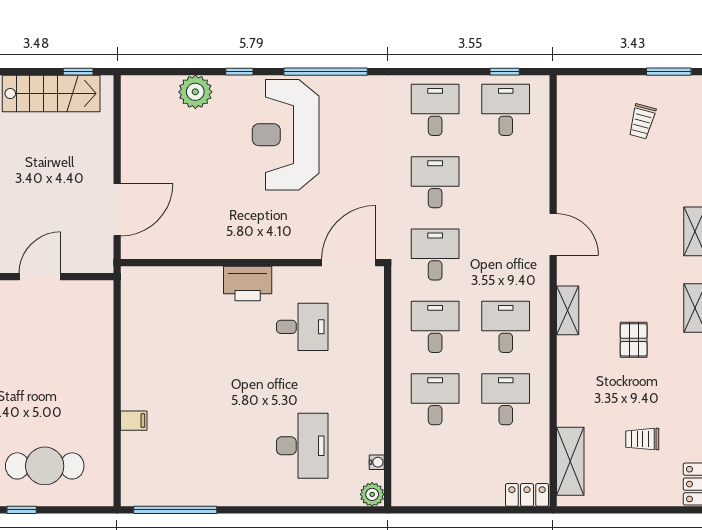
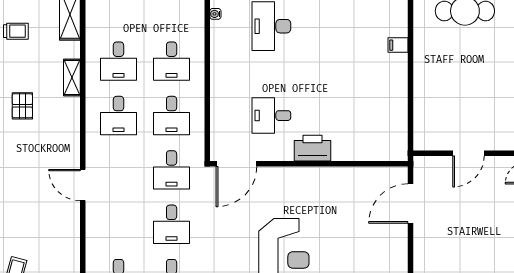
shelving: (568, 310) -> (72, 77), moved

